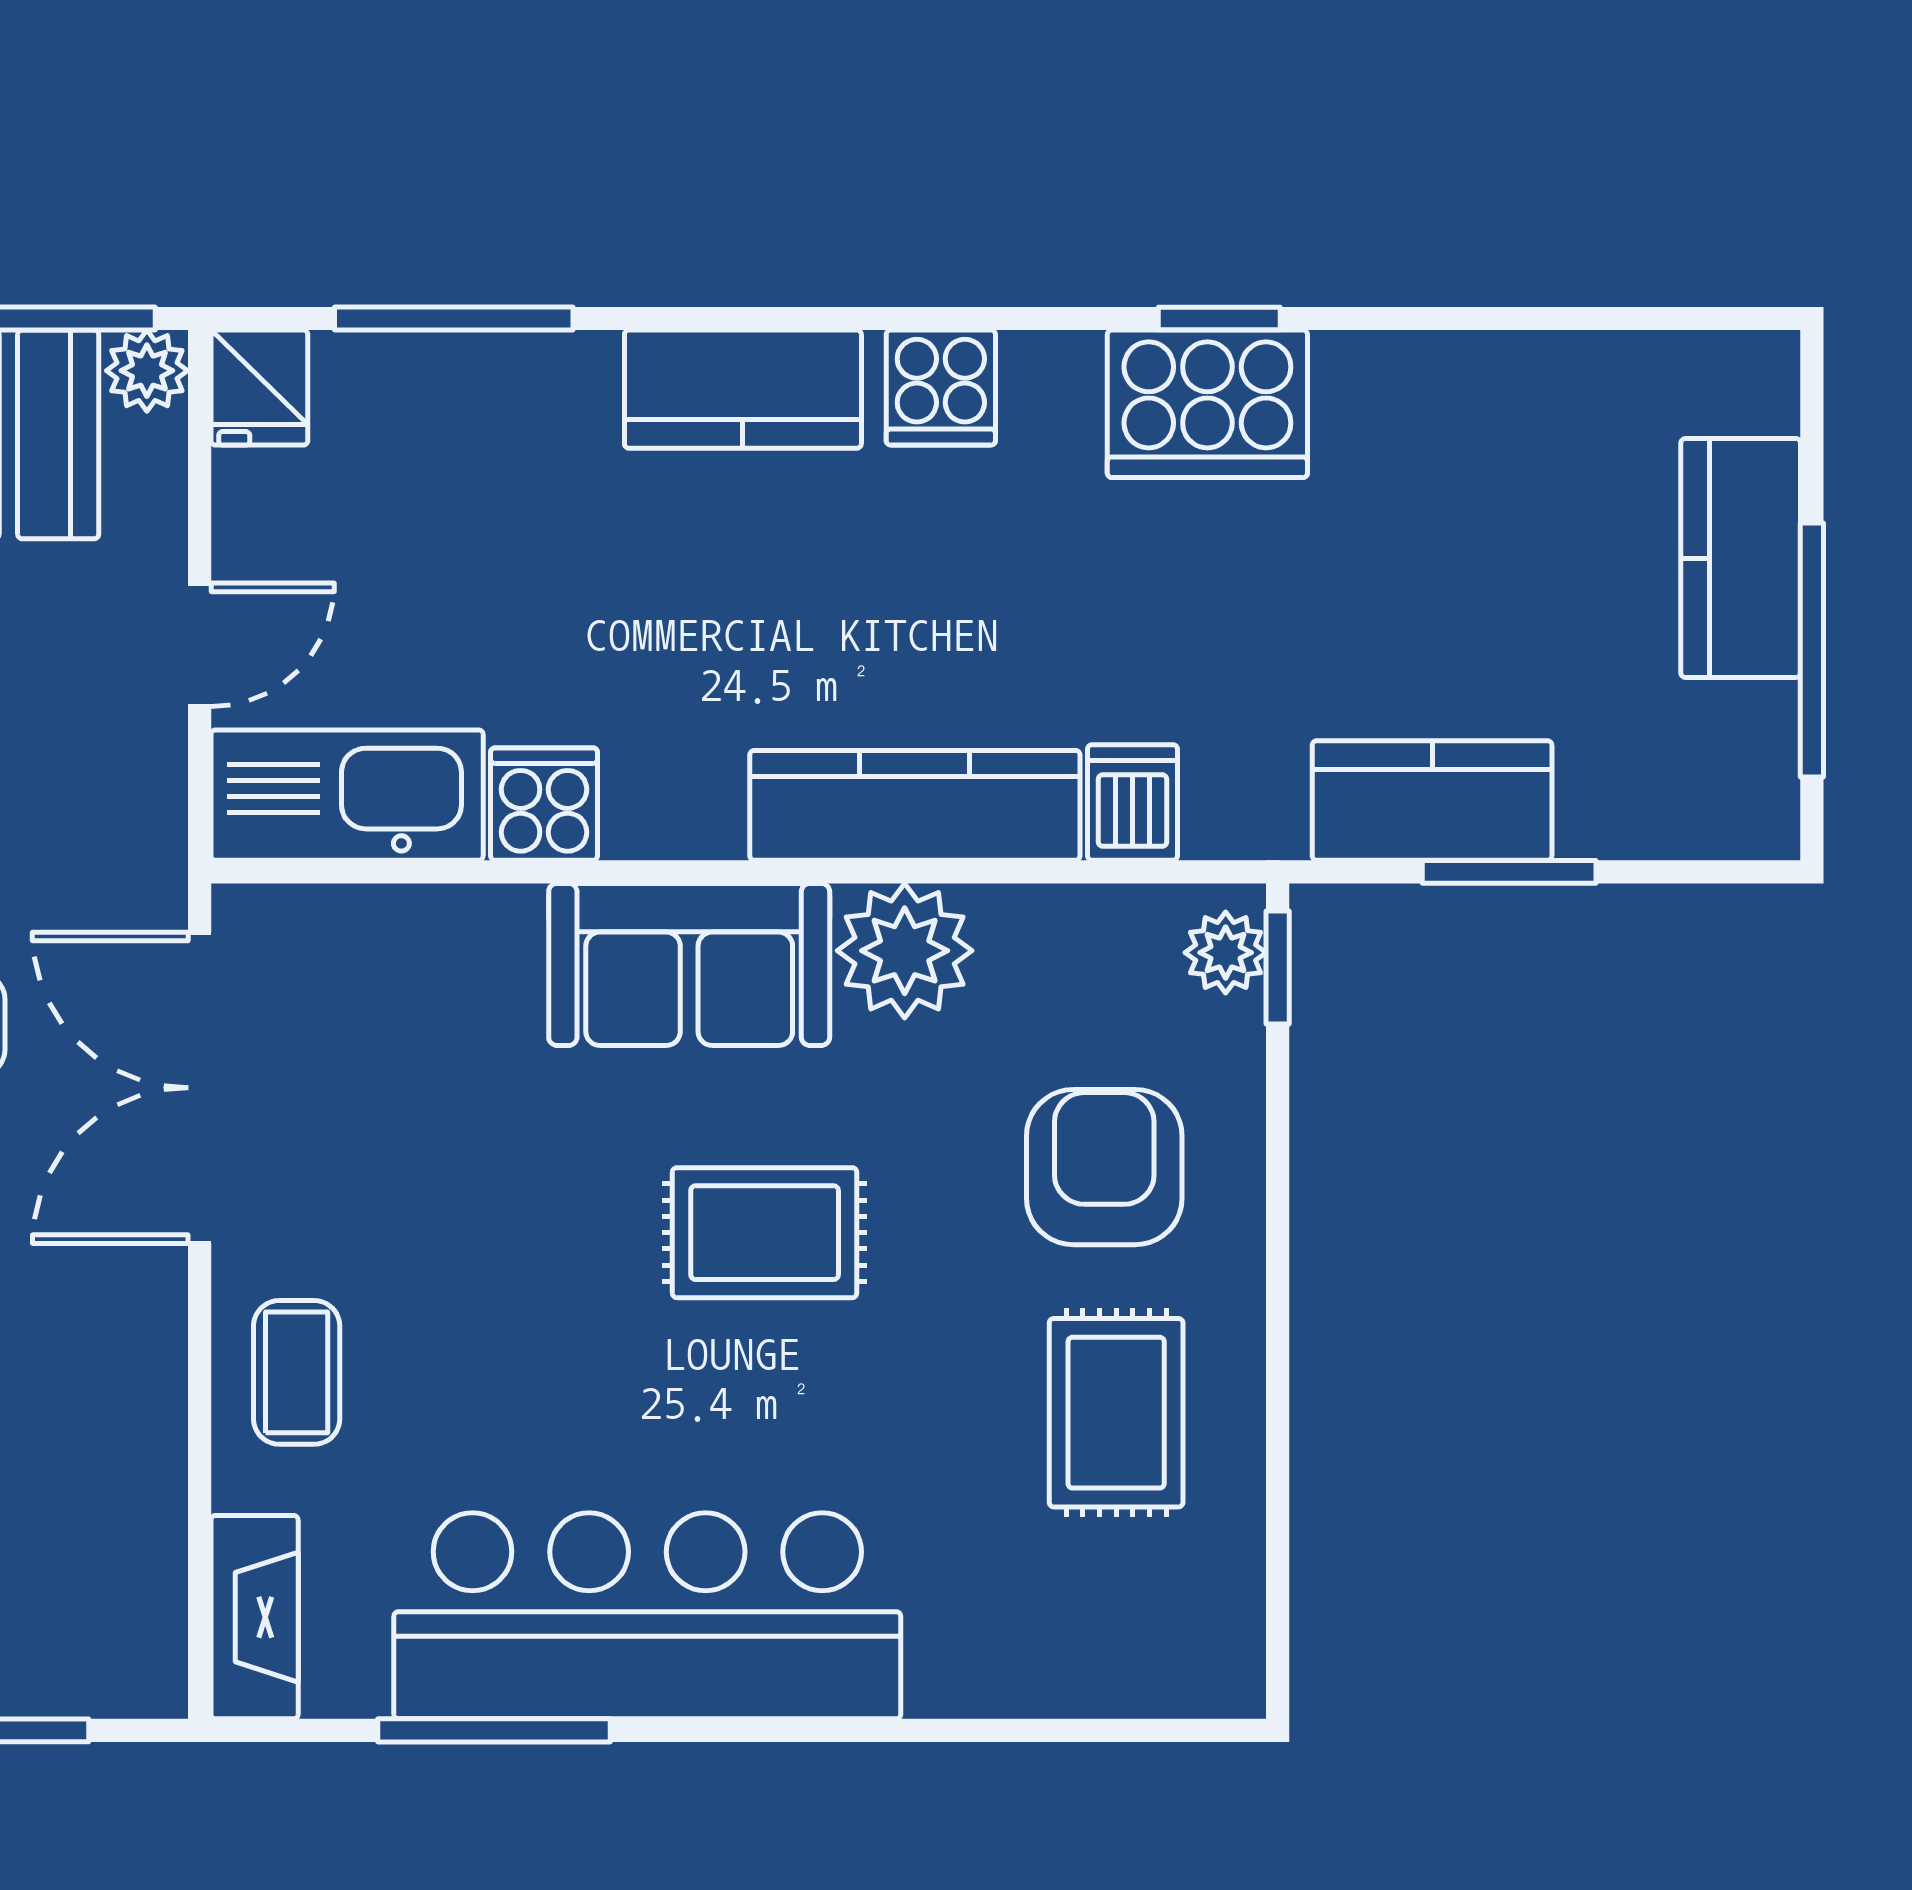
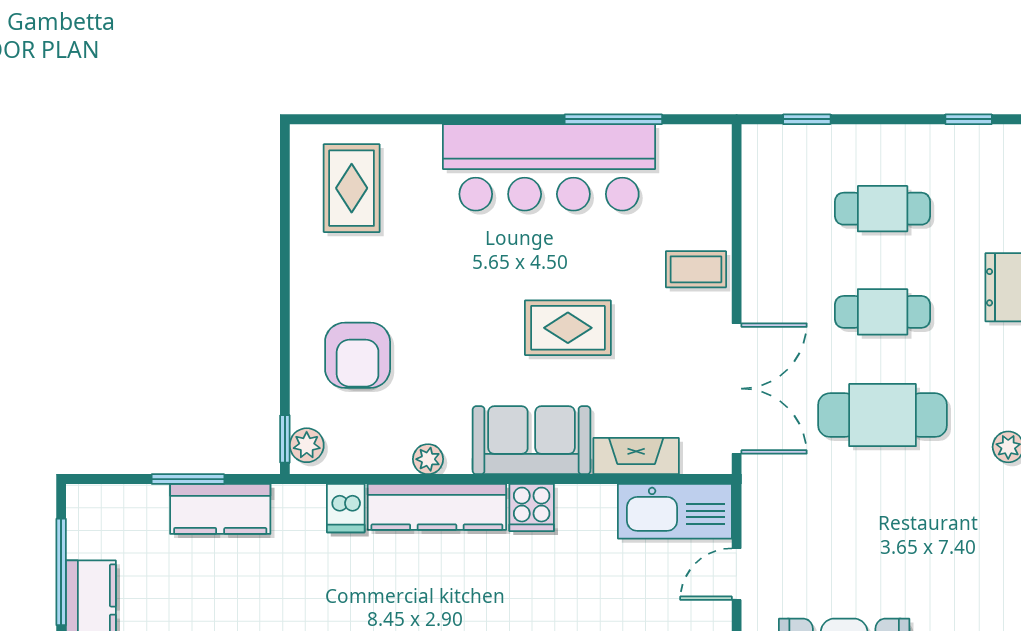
cooker: (544, 804) -> (532, 507), moved
plant: (905, 951) -> (428, 459), width x0.53, depth x0.53
rug: (765, 1233) -> (568, 328), moved
coffee table: (297, 1372) -> (696, 269), turned 90
rug: (1116, 1413) -> (352, 188), moved
fireplace: (255, 1617) -> (636, 456), moved, turned 90

